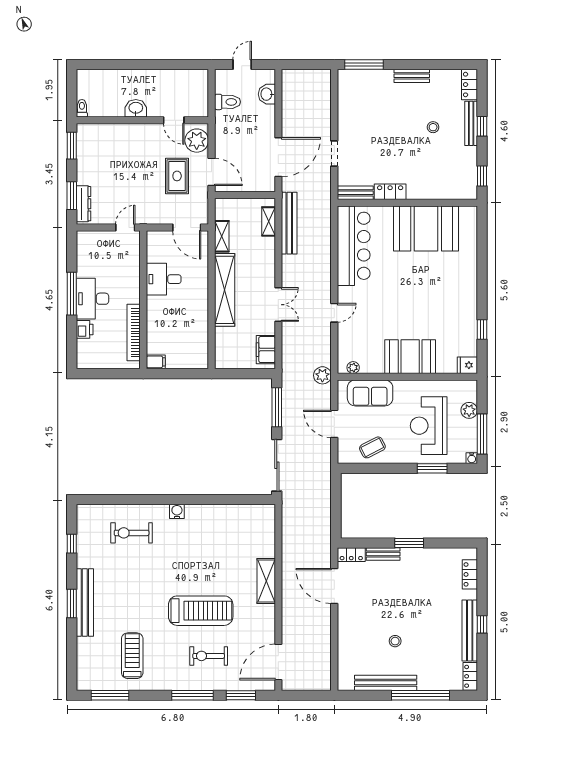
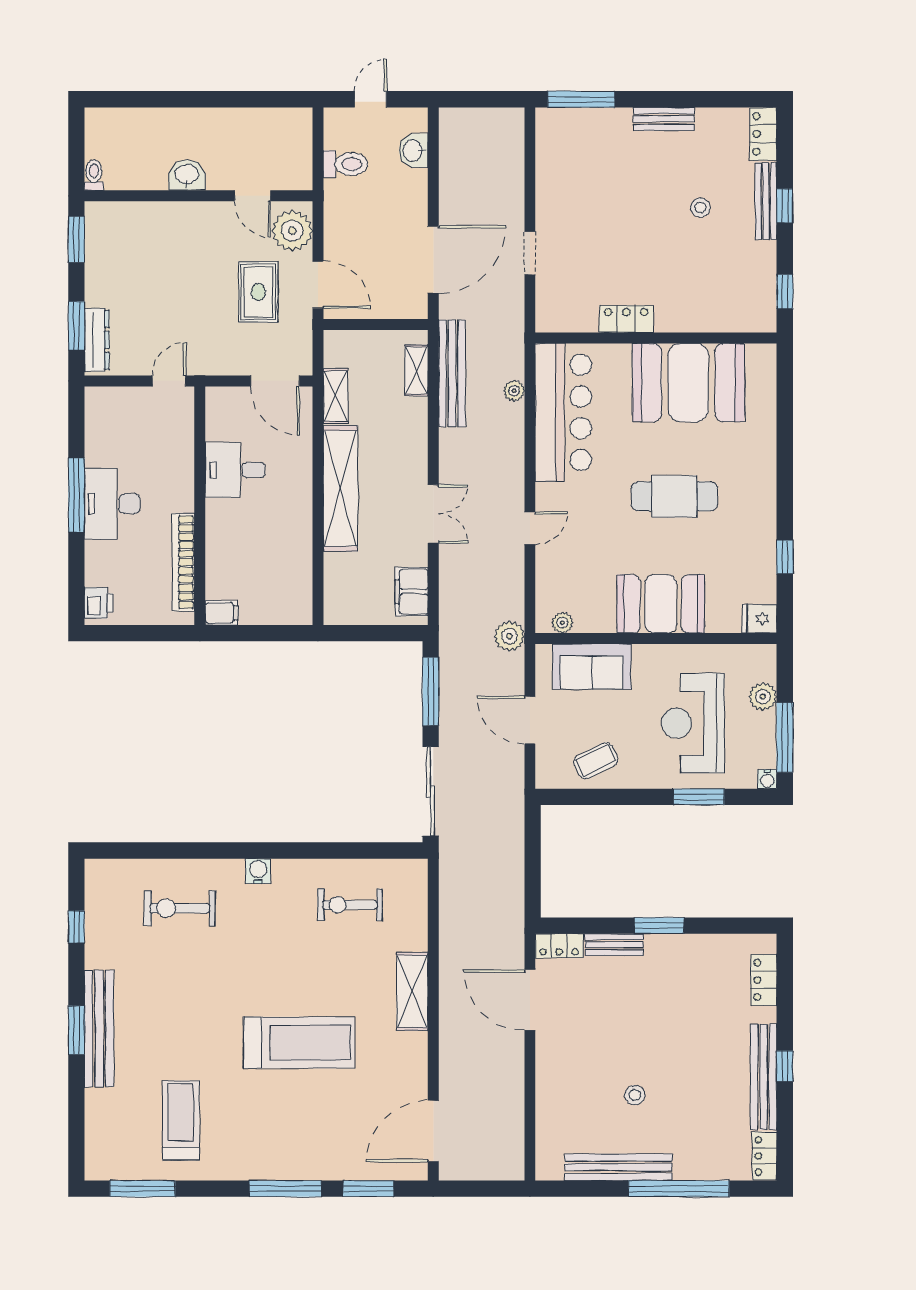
bench: (355, 193) -> (566, 321), removed
plant: (325, 233) -> (514, 391), added
cafe table: (418, 294) -> (674, 496), added
printer: (85, 329) -> (99, 603), moved
exercise bike: (209, 656) -> (350, 905), moved

